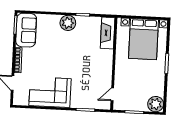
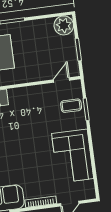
door: (112, 94) -> (62, 80), swing flipped
coffee table: (90, 98) -> (71, 106), added

